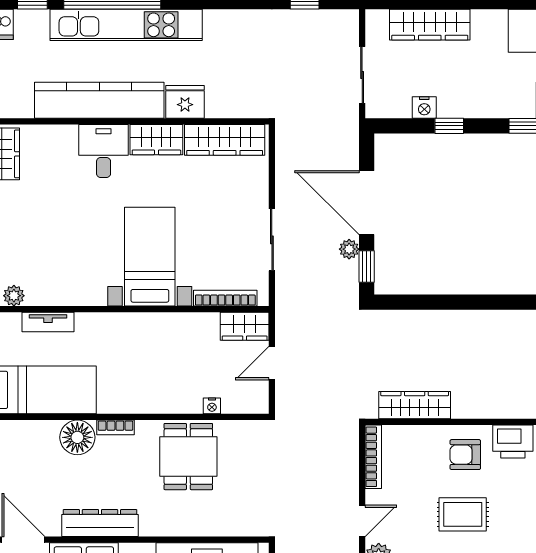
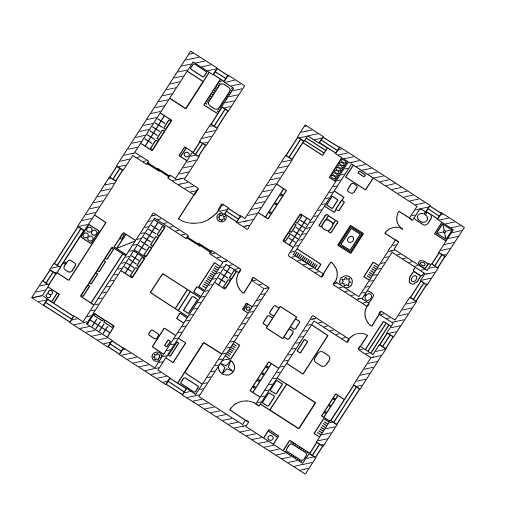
desk: (104, 151) -> (160, 339), moved, turned 180
dresser: (439, 323) -> (272, 201), added
dining table: (188, 457) -> (281, 323), moved

